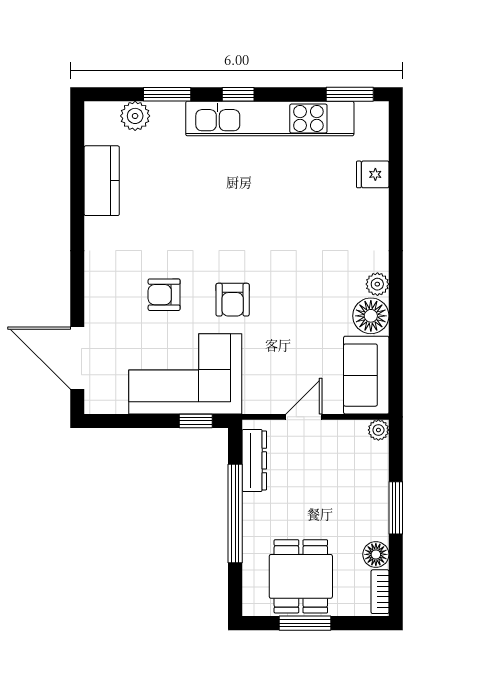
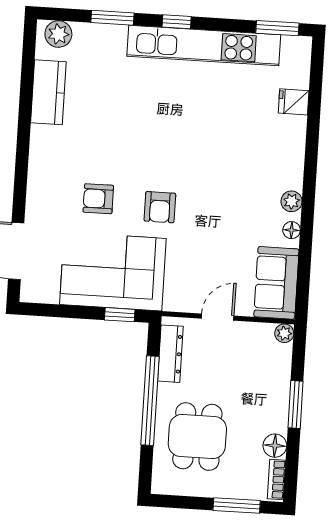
plant: (135, 116) -> (58, 34), moved
floor lamp: (371, 316) -> (292, 230), width x0.53, depth x0.53
dining table: (301, 576) -> (197, 437), moved
window: (305, 623) -> (237, 505), moved

